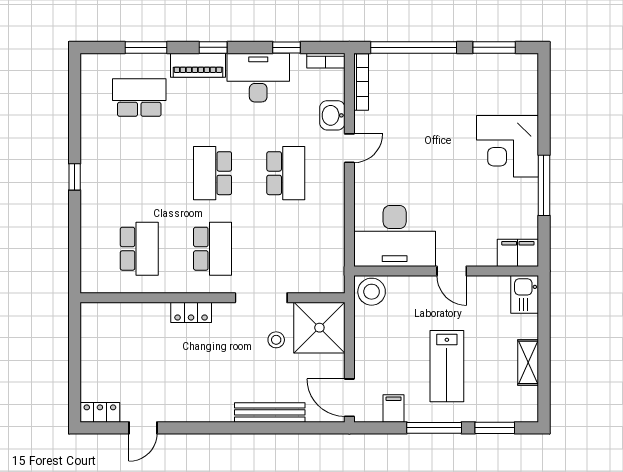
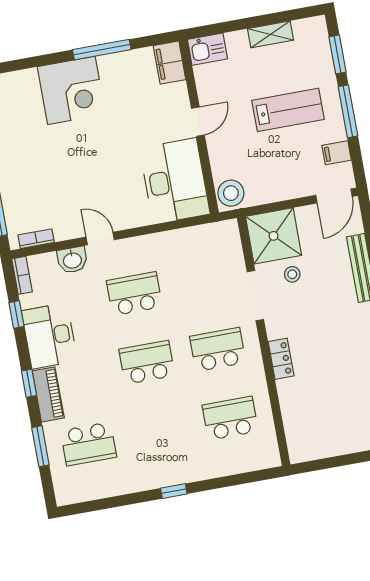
bookcase: (361, 82) -> (36, 239), width x0.64
school desk: (139, 98) -> (89, 444), turned -90
school desk: (213, 173) -> (147, 362), turned 180

